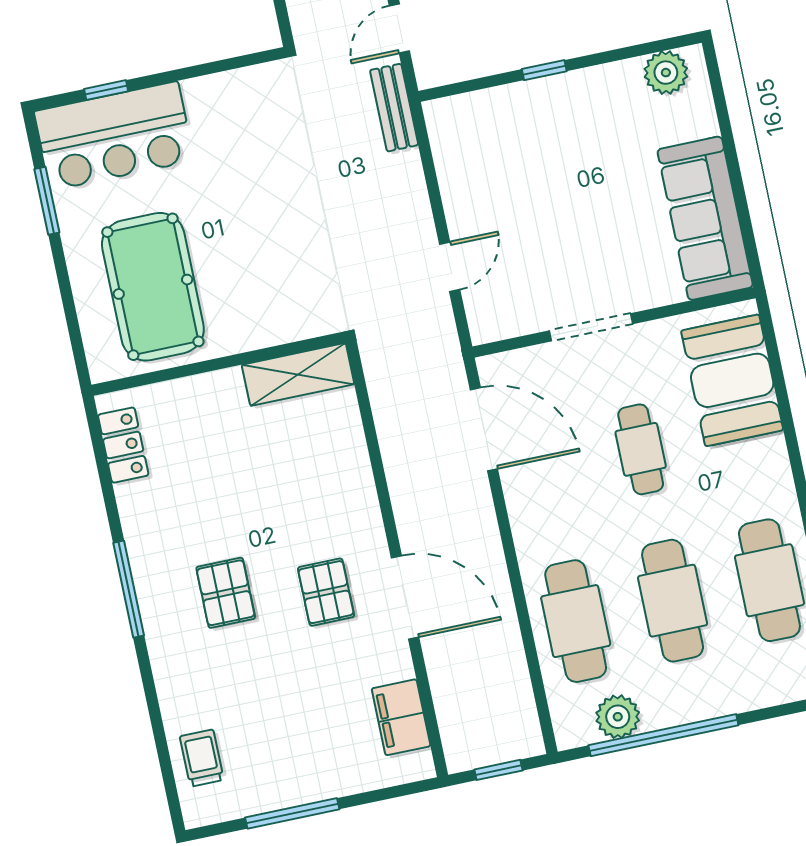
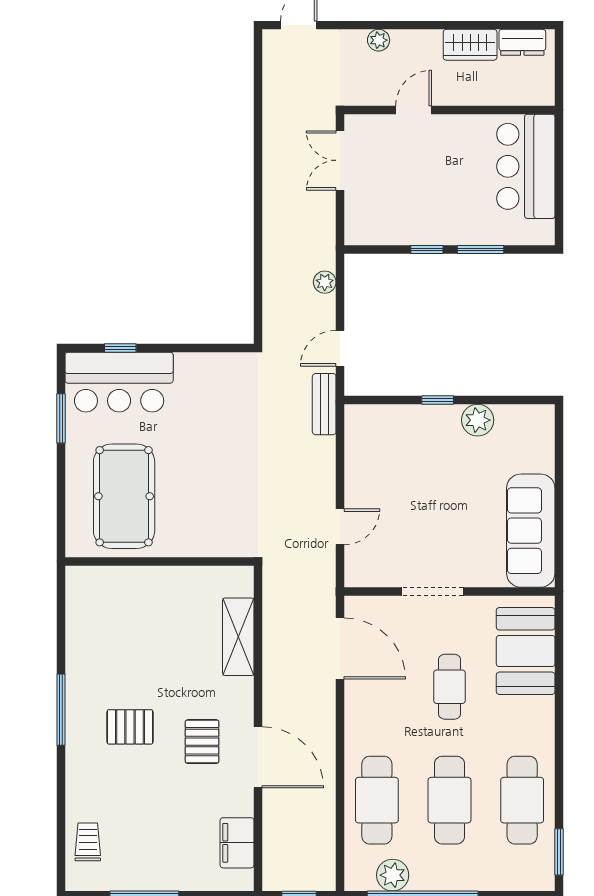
plant: (666, 73) -> (478, 420), moved
shelving: (298, 374) -> (238, 637), moved, turned 90
locker: (123, 445) -> (79, 605), removed
pallet: (226, 593) -> (130, 727), turned 90

